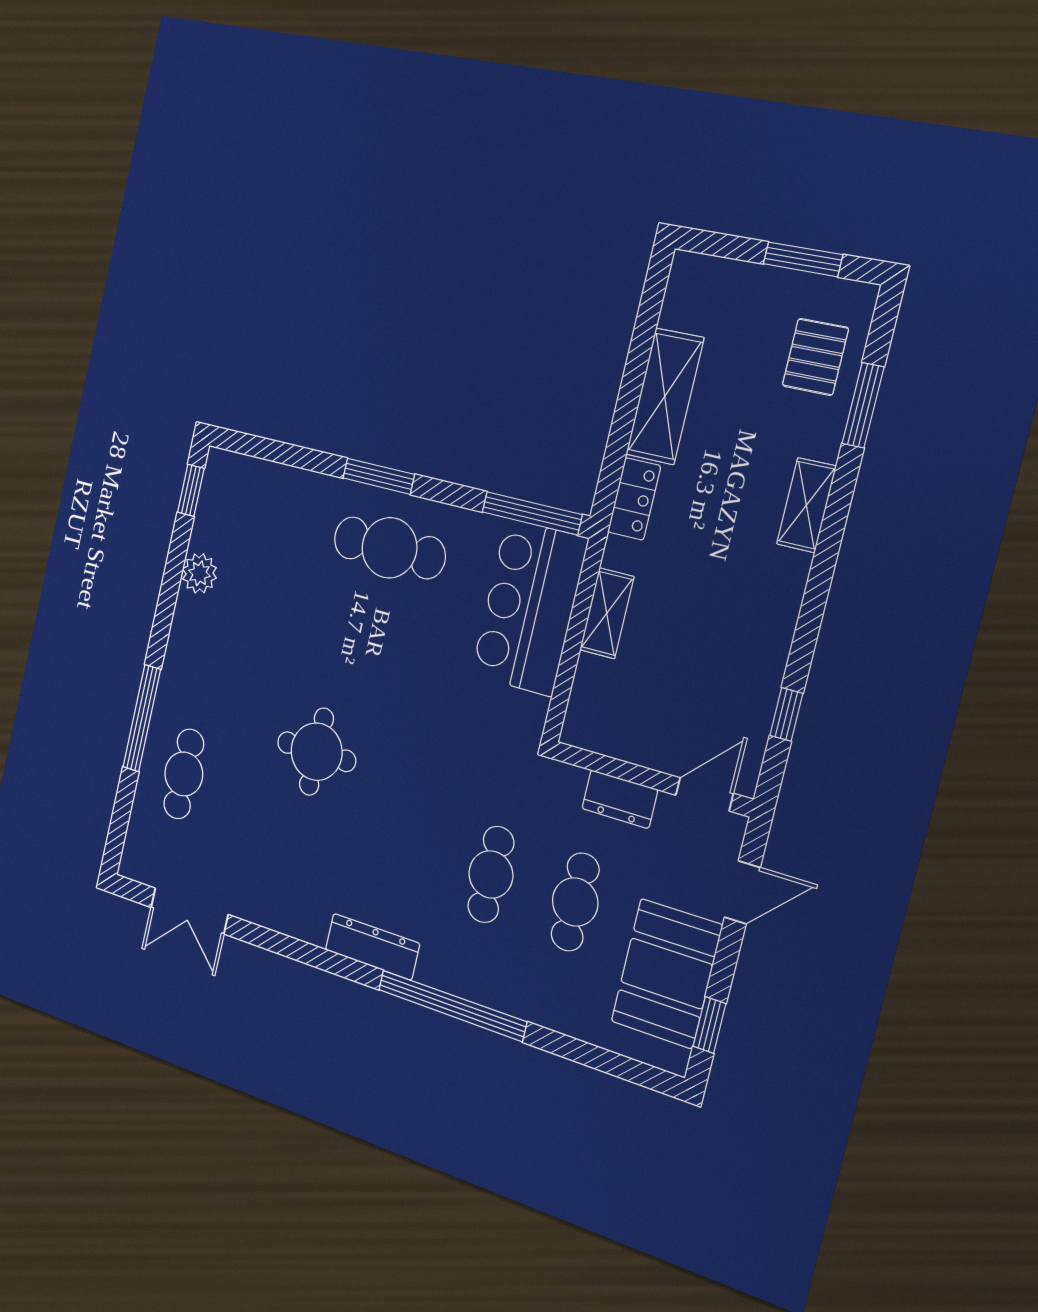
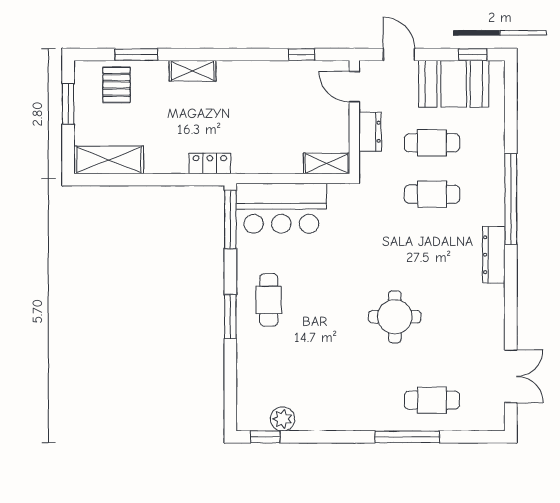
pallet: (815, 357) -> (117, 85), turned 90
shelving: (665, 396) -> (109, 160), moved
cafe table: (389, 548) -> (269, 300), width x0.73, depth x0.74
plant: (199, 573) -> (283, 419), moved
shelving: (607, 613) -> (327, 163), moved

